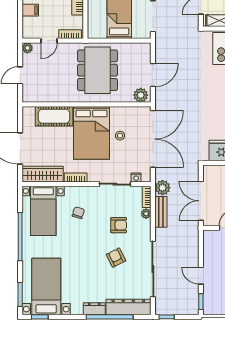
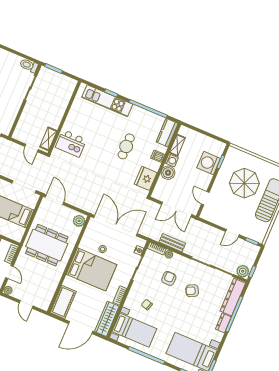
door: (153, 75) -> (54, 200), moved
cot: (54, 116) -> (63, 302), moved
plant: (162, 188) -> (243, 271), moved

